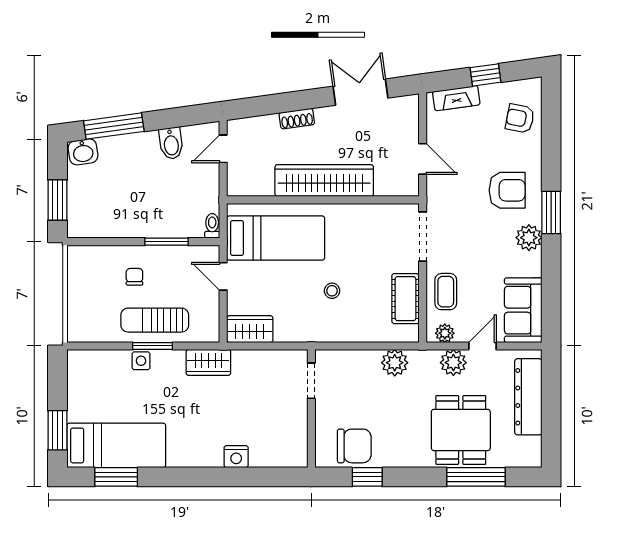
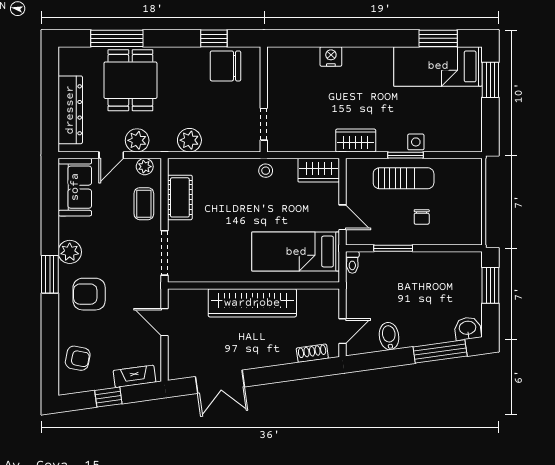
shoe rack: (297, 119) -> (312, 353), moved
stool: (332, 291) -> (266, 171), moved

